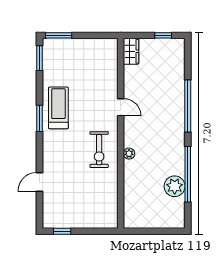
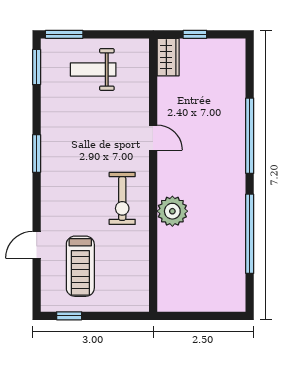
window: (163, 35) -> (195, 34), moved
weight bench: (79, 60) -> (93, 69), added
treadmill: (58, 108) -> (80, 266), moved, turned 180
plant: (129, 154) -> (172, 211), width x1.87, depth x1.87
plant: (175, 186) -> (231, 251), removed

